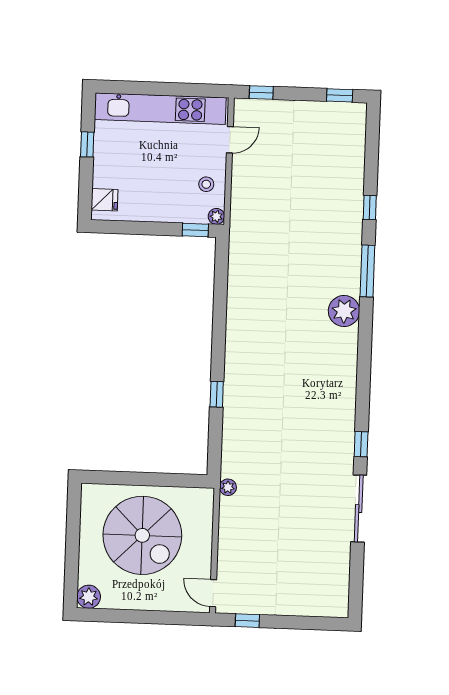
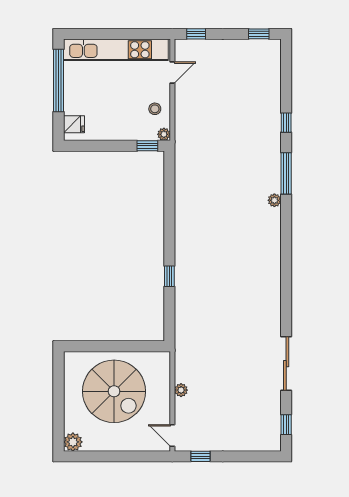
window: (87, 144) -> (58, 80), width x3.17
plant: (344, 311) -> (274, 200), width x0.53, depth x0.53
window: (361, 444) -> (286, 425), moved
plant: (228, 487) -> (181, 390), moved

